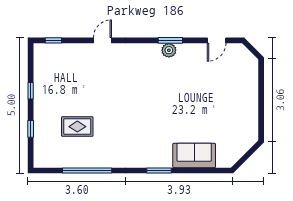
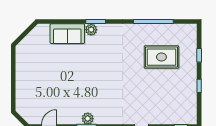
rug: (77, 127) -> (161, 57), width x1.36, depth x1.43
plant: (164, 161) -> (91, 30), added

